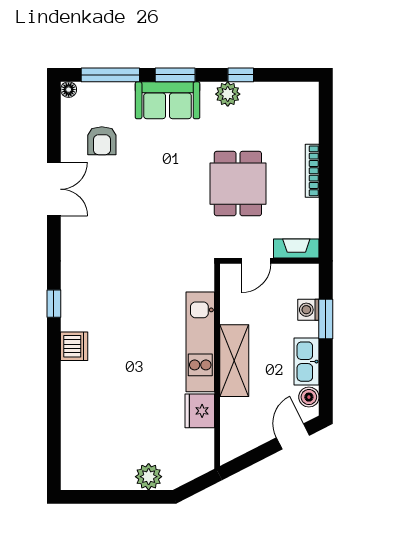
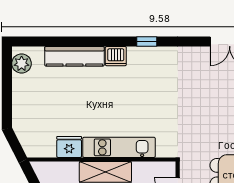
kitchen counter: (74, 403) -> (74, 56), added
plant: (149, 477) -> (22, 64), moved

